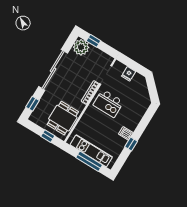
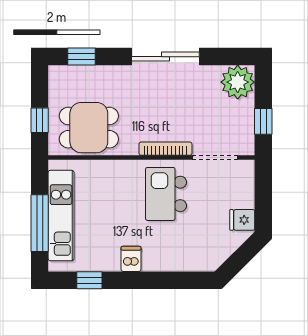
window: (93, 41) -> (263, 121), moved
sliding door: (53, 70) -> (165, 57), width x0.73
fridge: (129, 74) -> (242, 220), moved
window: (131, 144) -> (89, 280), moved

